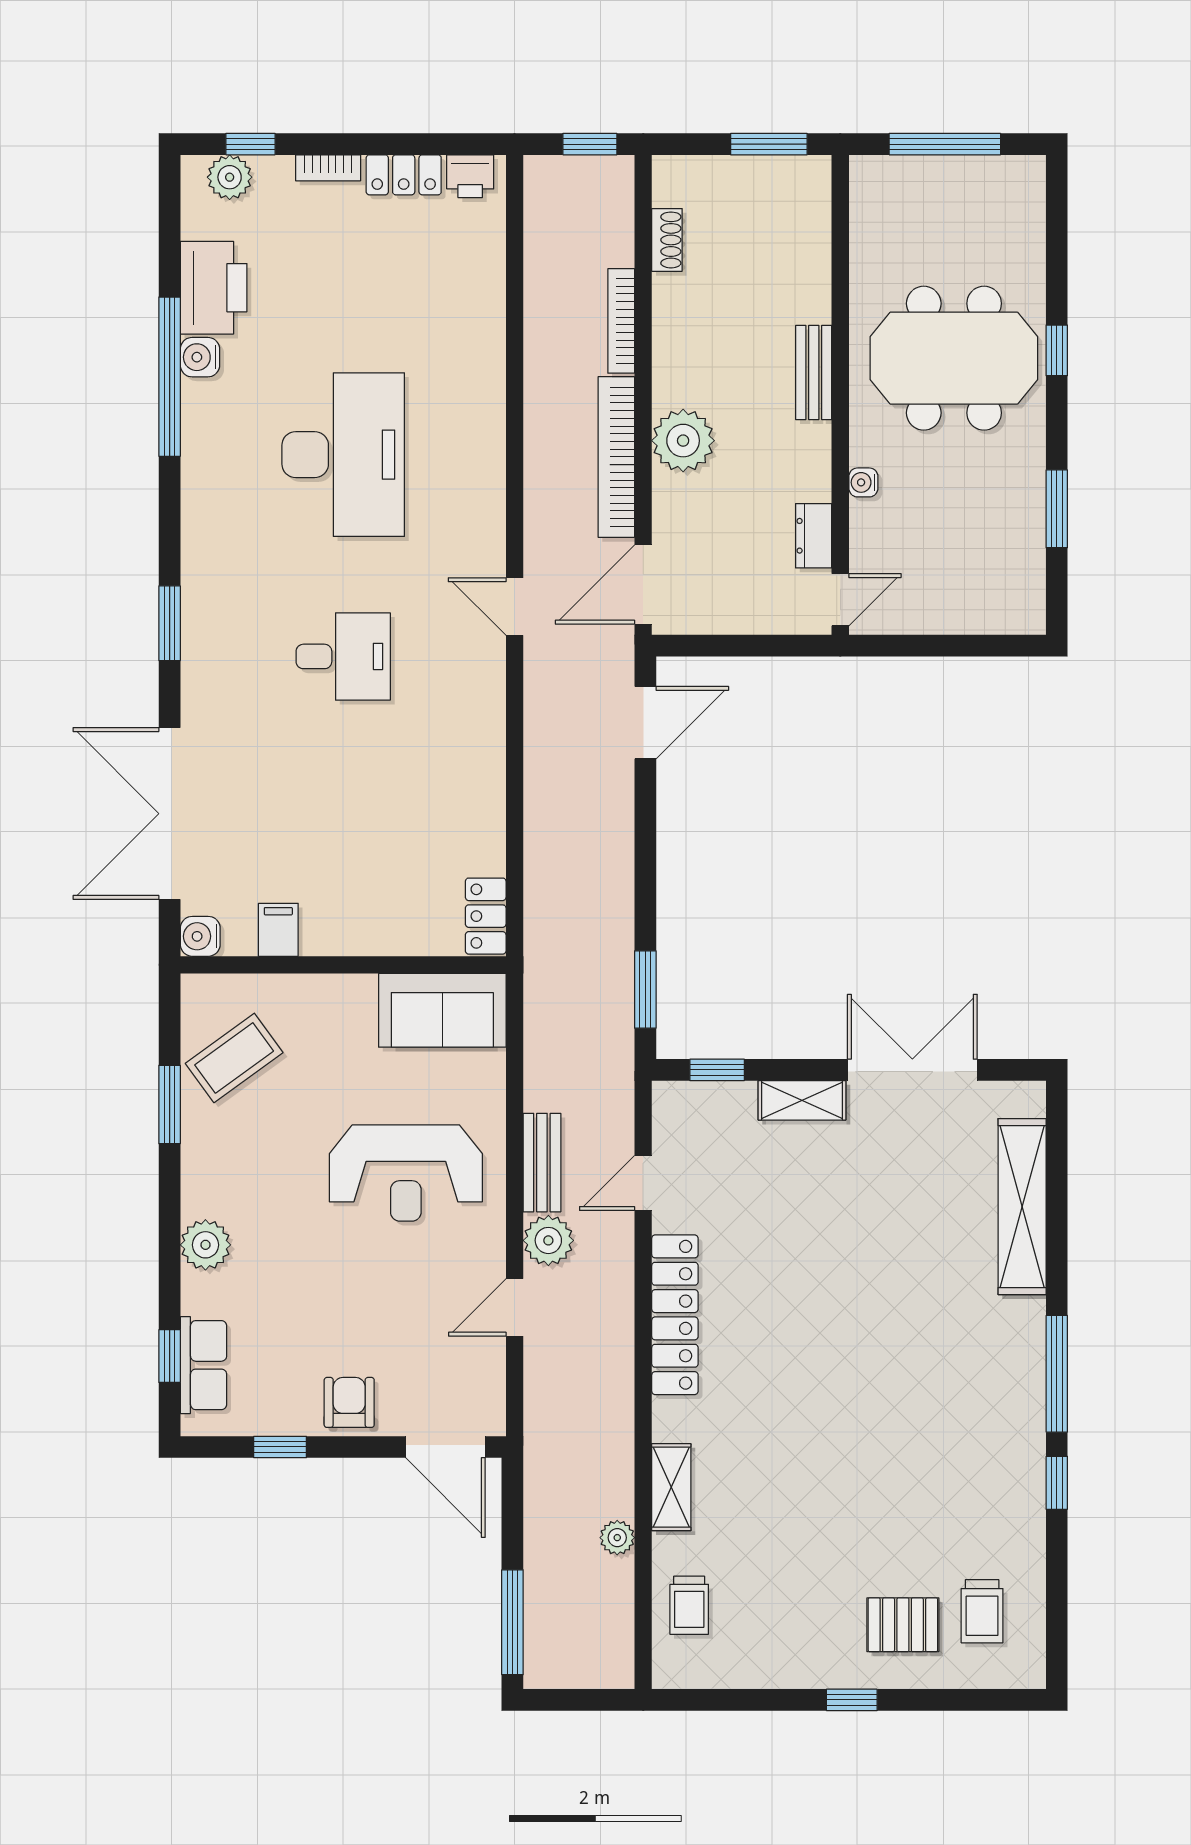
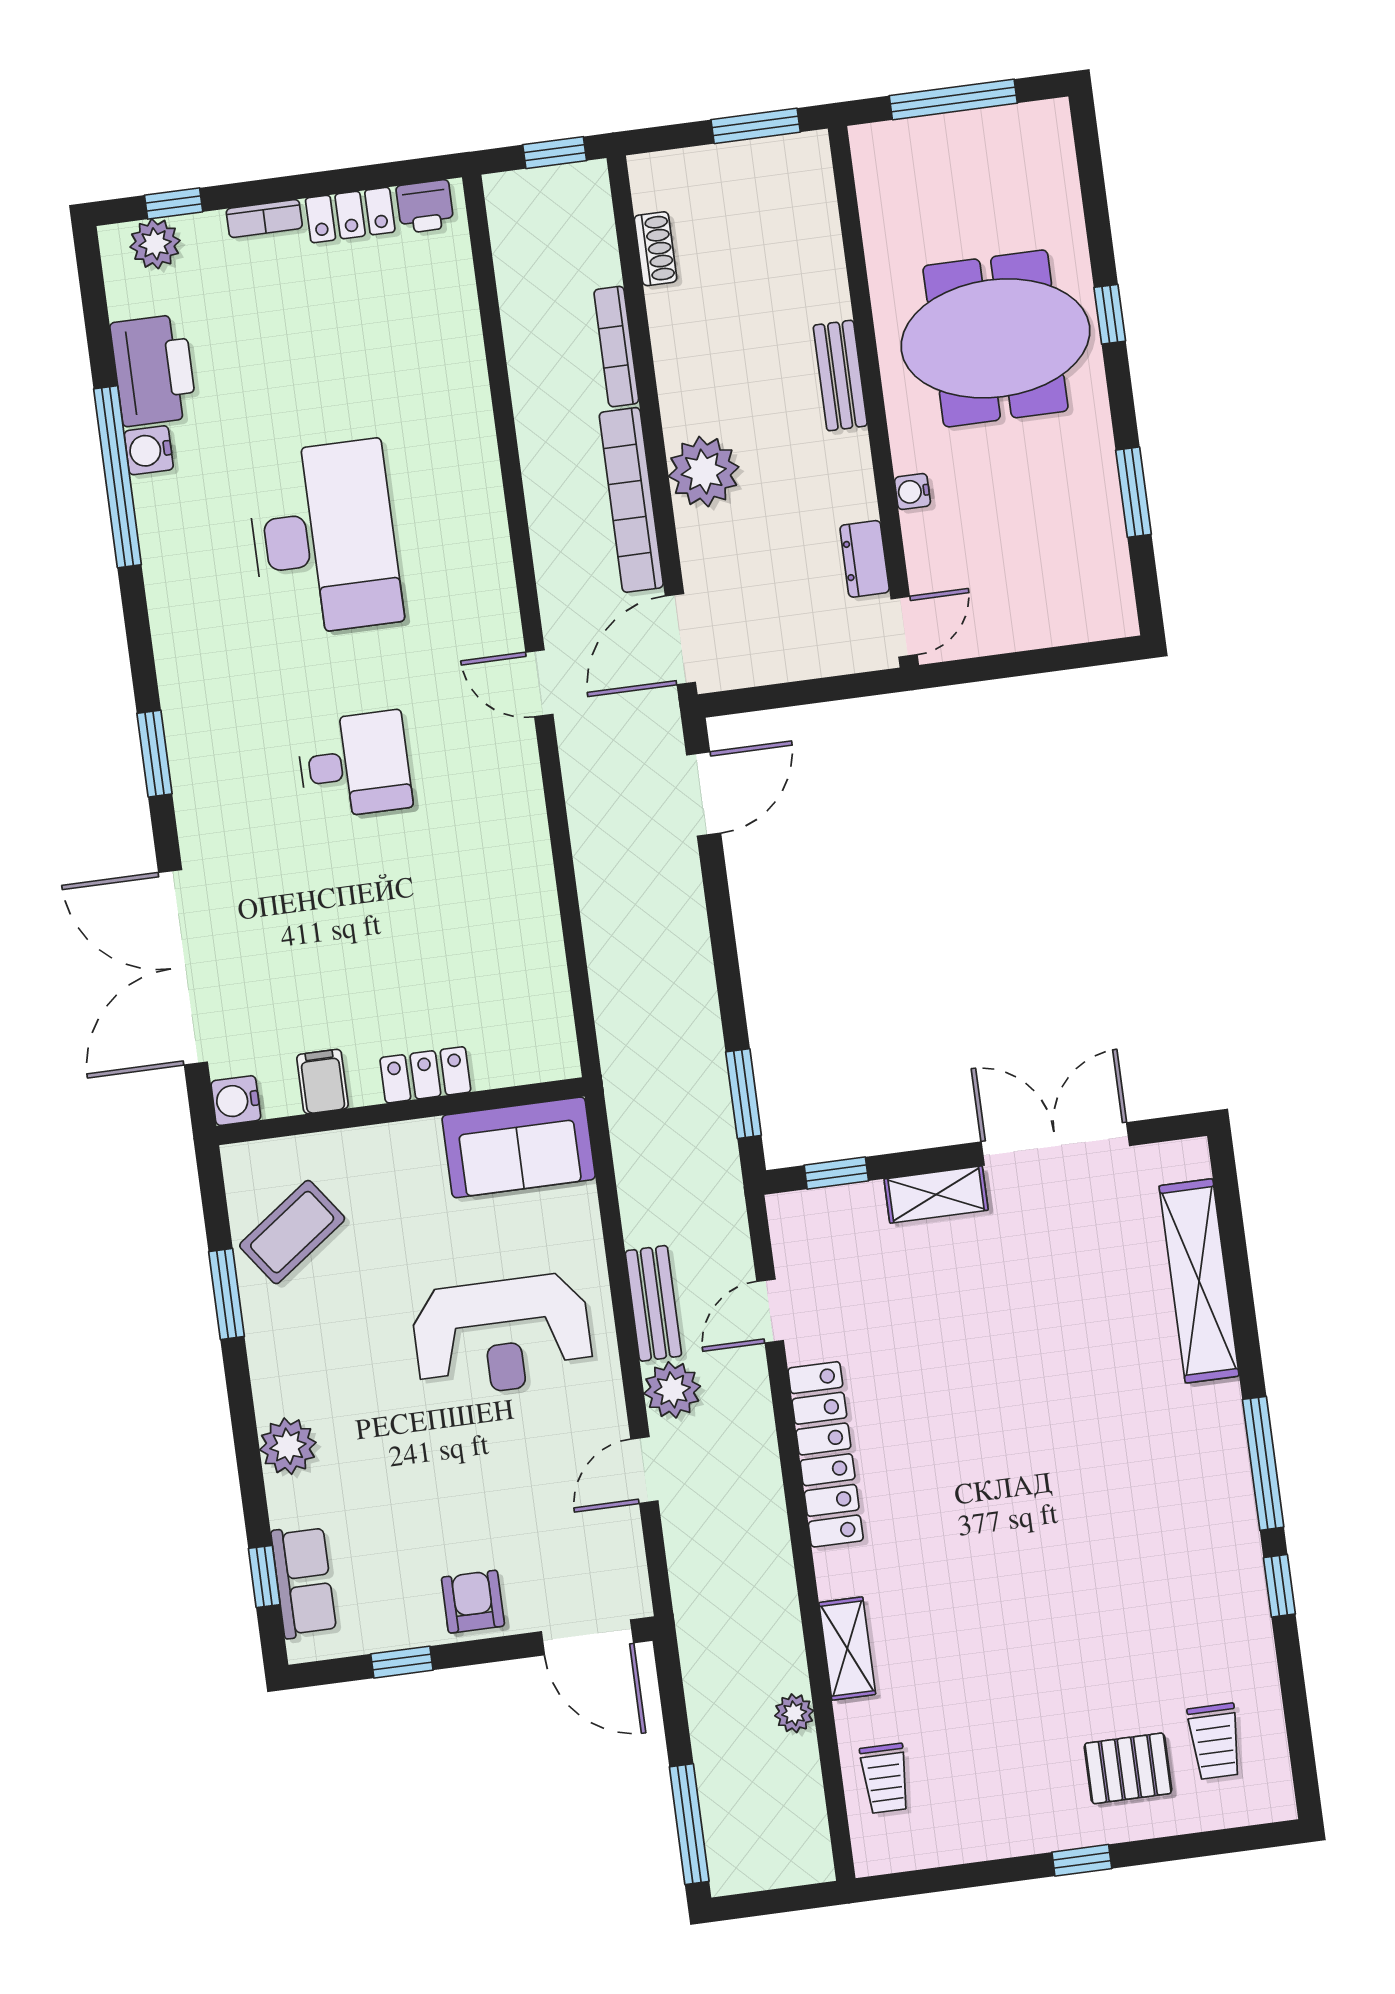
locker: (486, 916) -> (425, 1075), moved, turned 90

